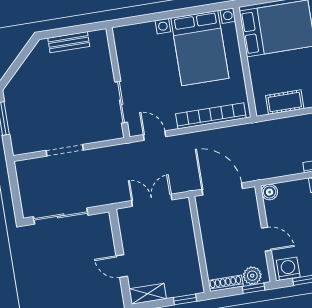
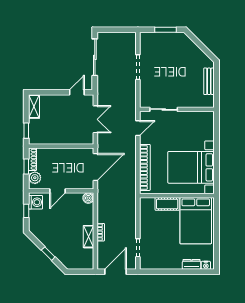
cot: (285, 102) -> (167, 204), moved, turned 90
door: (122, 266) -> (77, 92), moved
window: (253, 288) -> (26, 166), moved

